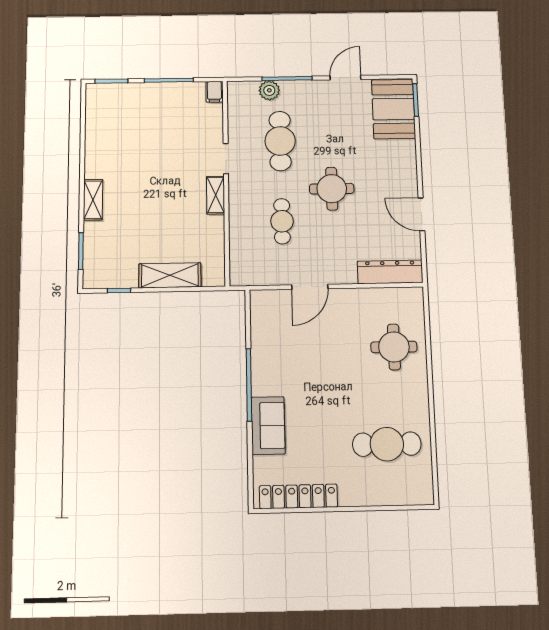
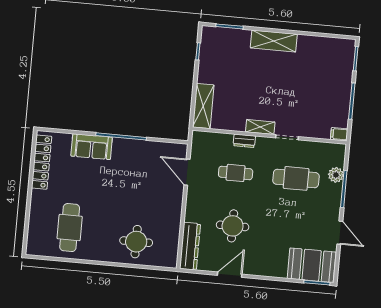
round table: (332, 189) -> (233, 226), moved
shelving: (93, 200) -> (274, 41), width x1.50, depth x1.33
dresser: (237, 214) -> (244, 141), added
shelving: (170, 275) -> (203, 106), moved
door: (310, 287) -> (187, 172), moved

